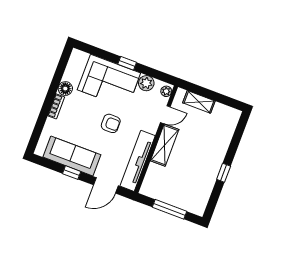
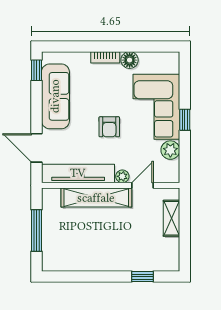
plant: (166, 91) -> (122, 176), moved
door: (165, 115) -> (143, 185), swing flipped
shelving: (165, 145) -> (96, 198), width x1.47
window: (72, 173) -> (36, 70), moved
window: (224, 173) -> (142, 277), moved

